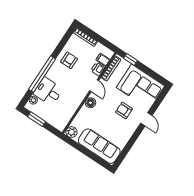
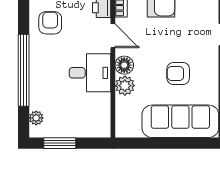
desk: (48, 91) -> (90, 73), moved, turned 180
armchair: (124, 110) -> (178, 73), moved
plant: (71, 132) -> (125, 86), moved

